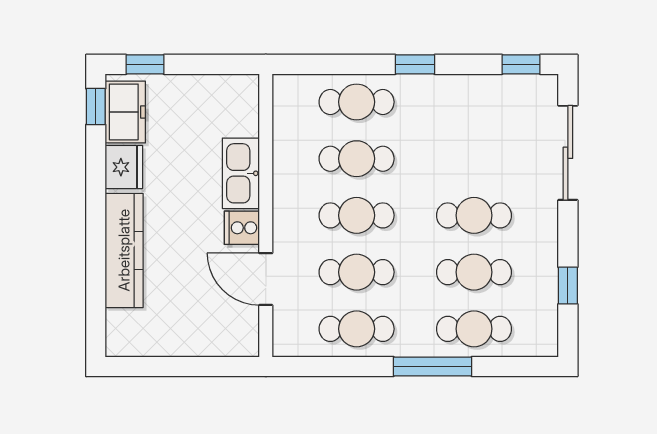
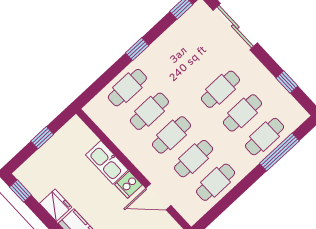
window: (145, 64) -> (42, 138), moved
freezer: (125, 112) -> (35, 182), removed
window: (433, 367) -> (279, 152), moved

